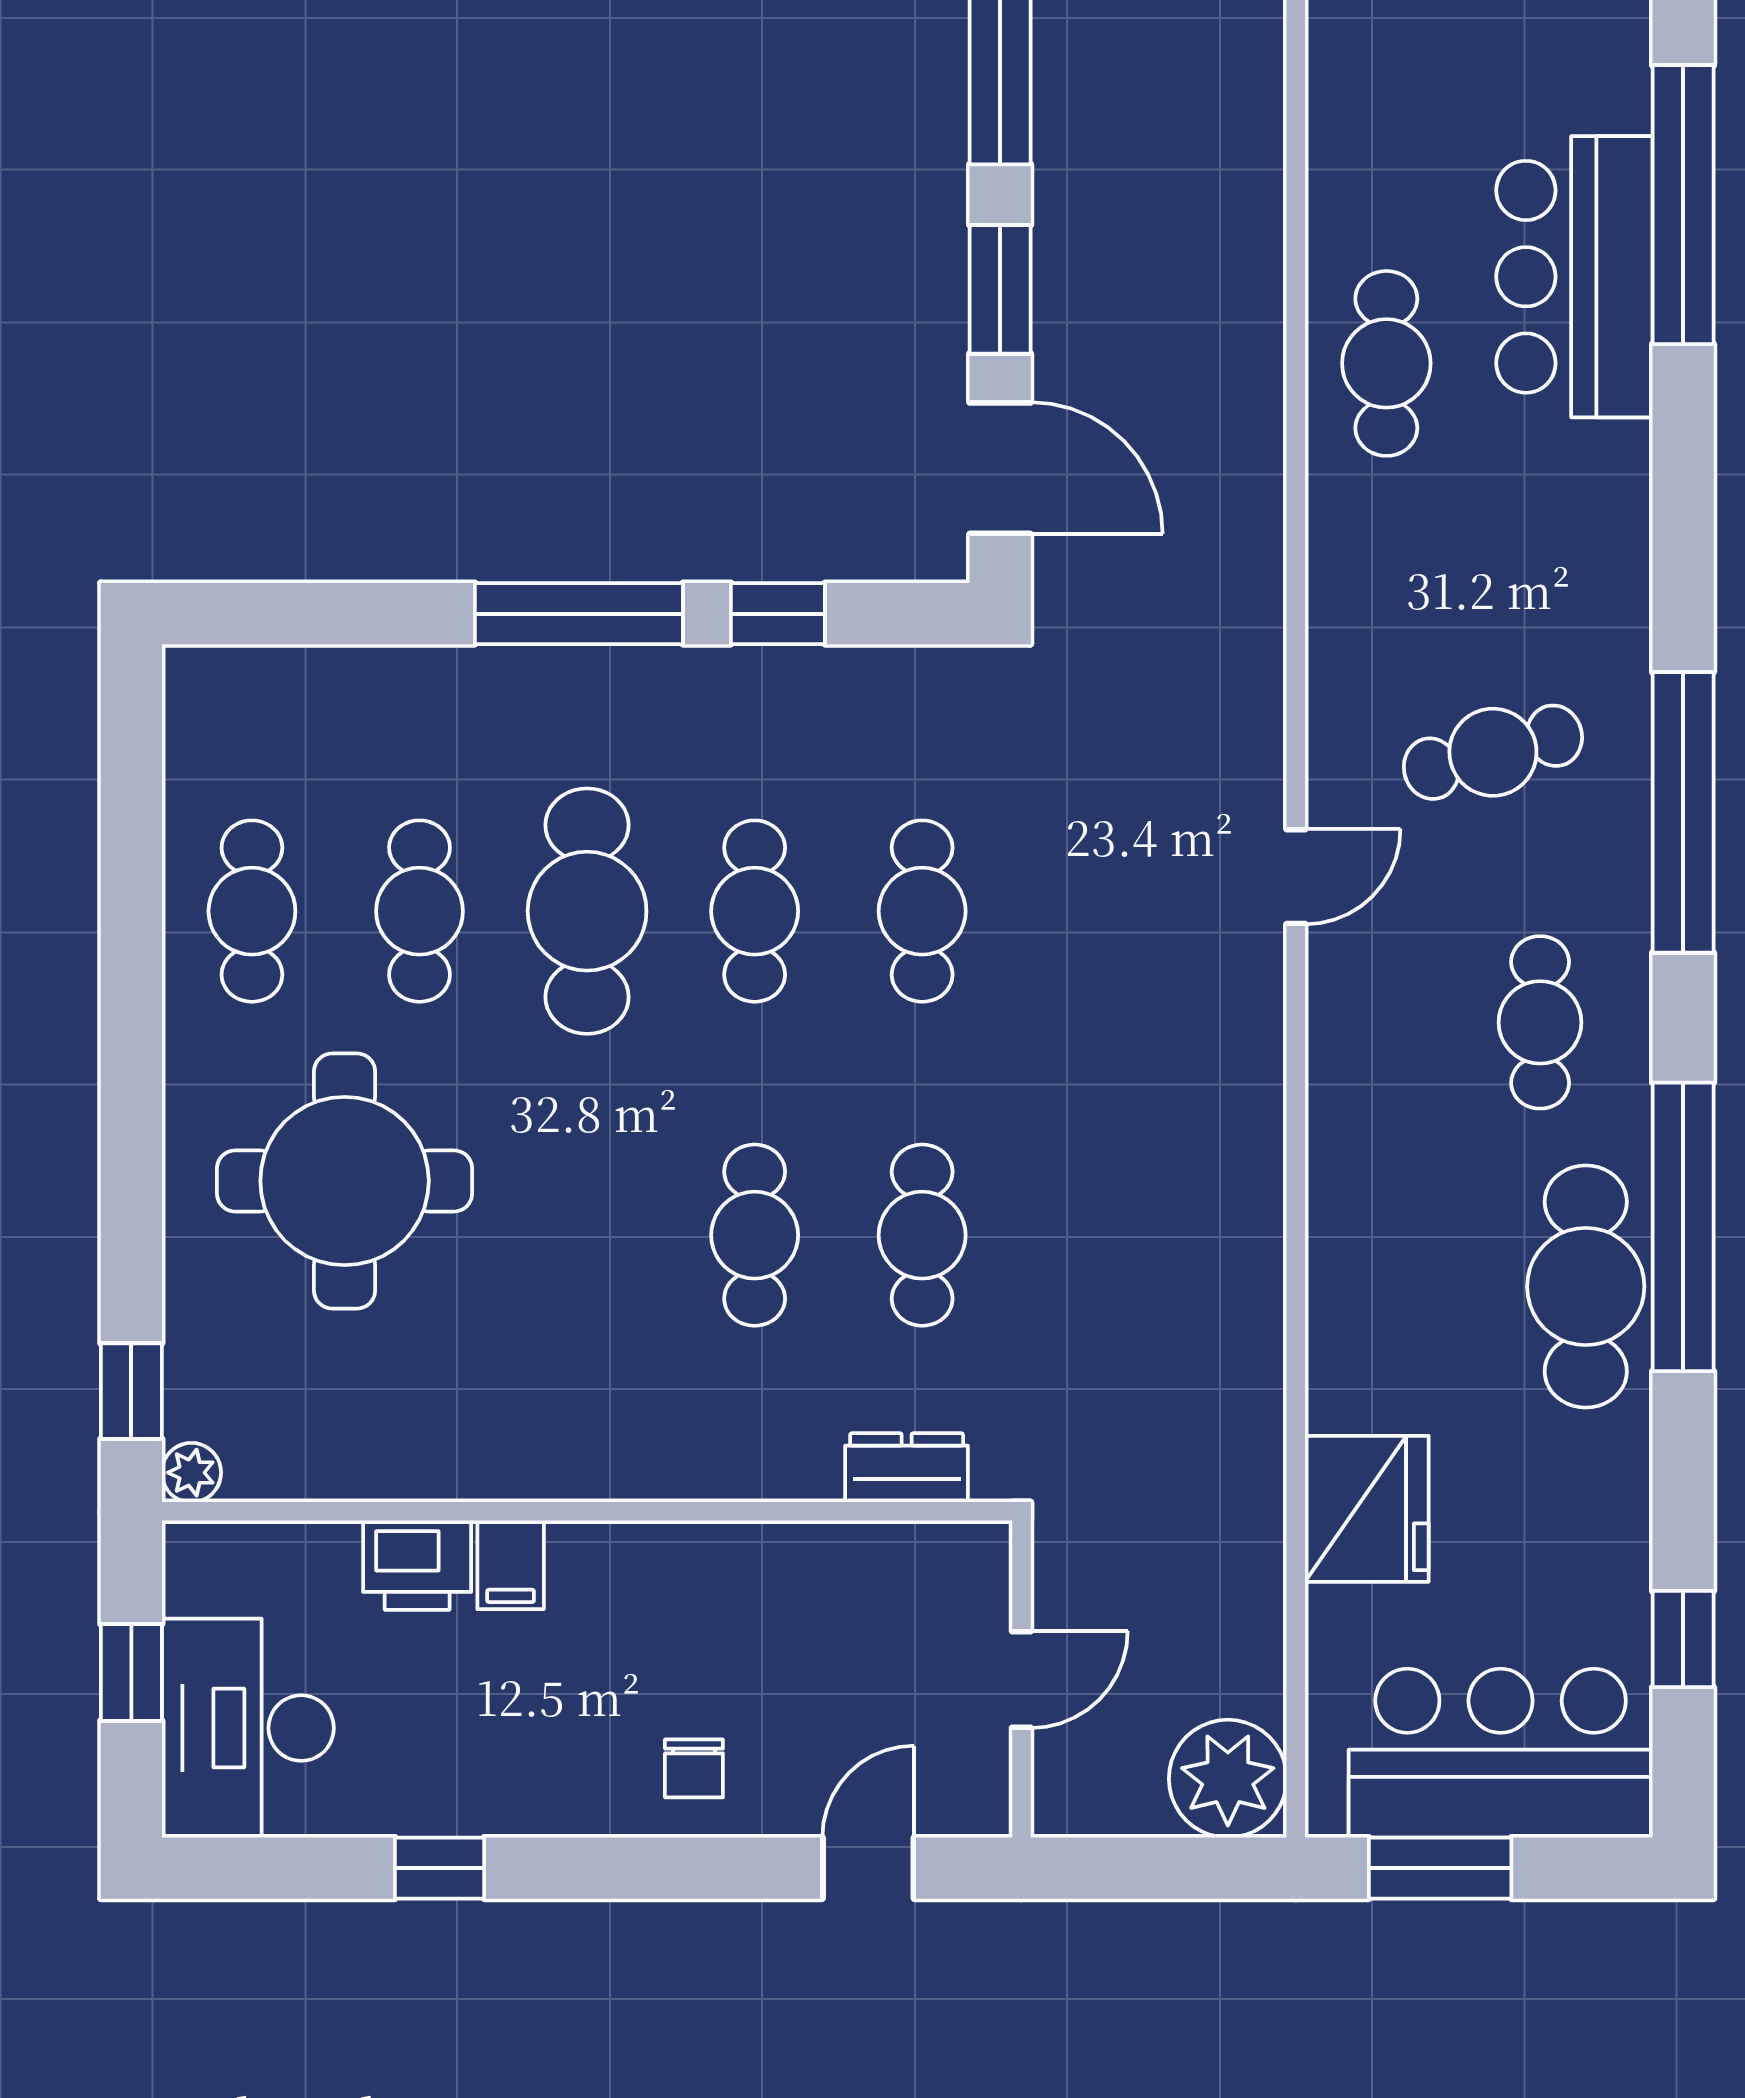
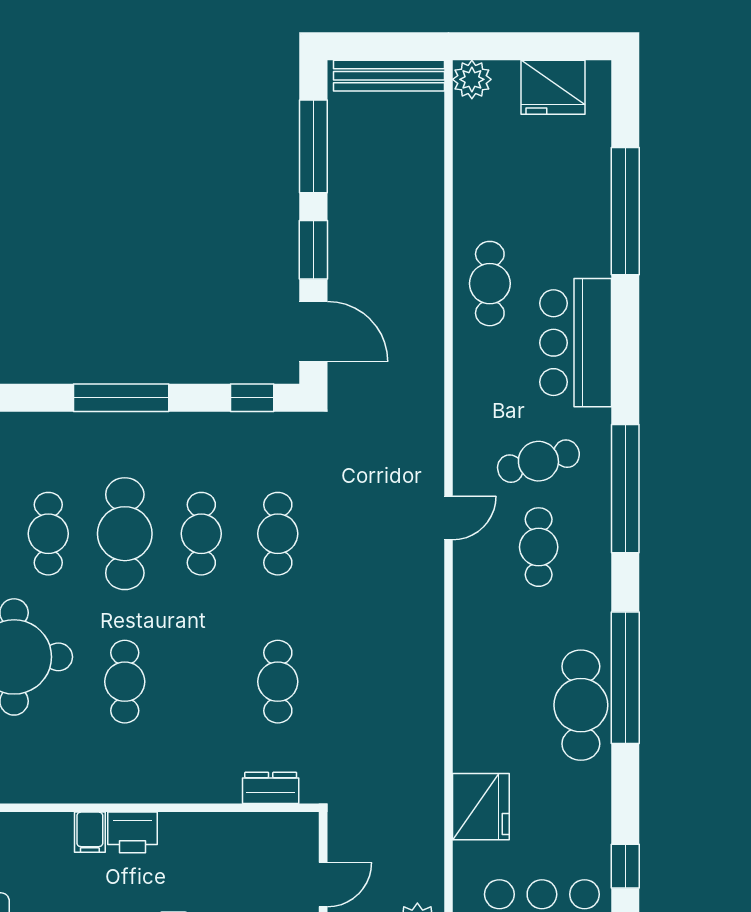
bar counter: (1574, 277) -> (576, 343), moved
window: (778, 614) -> (252, 398), moved
cafe table: (1540, 1022) -> (539, 547), moved
cafe table: (755, 1235) -> (125, 682), moved
printer: (417, 1565) -> (132, 832), moved

